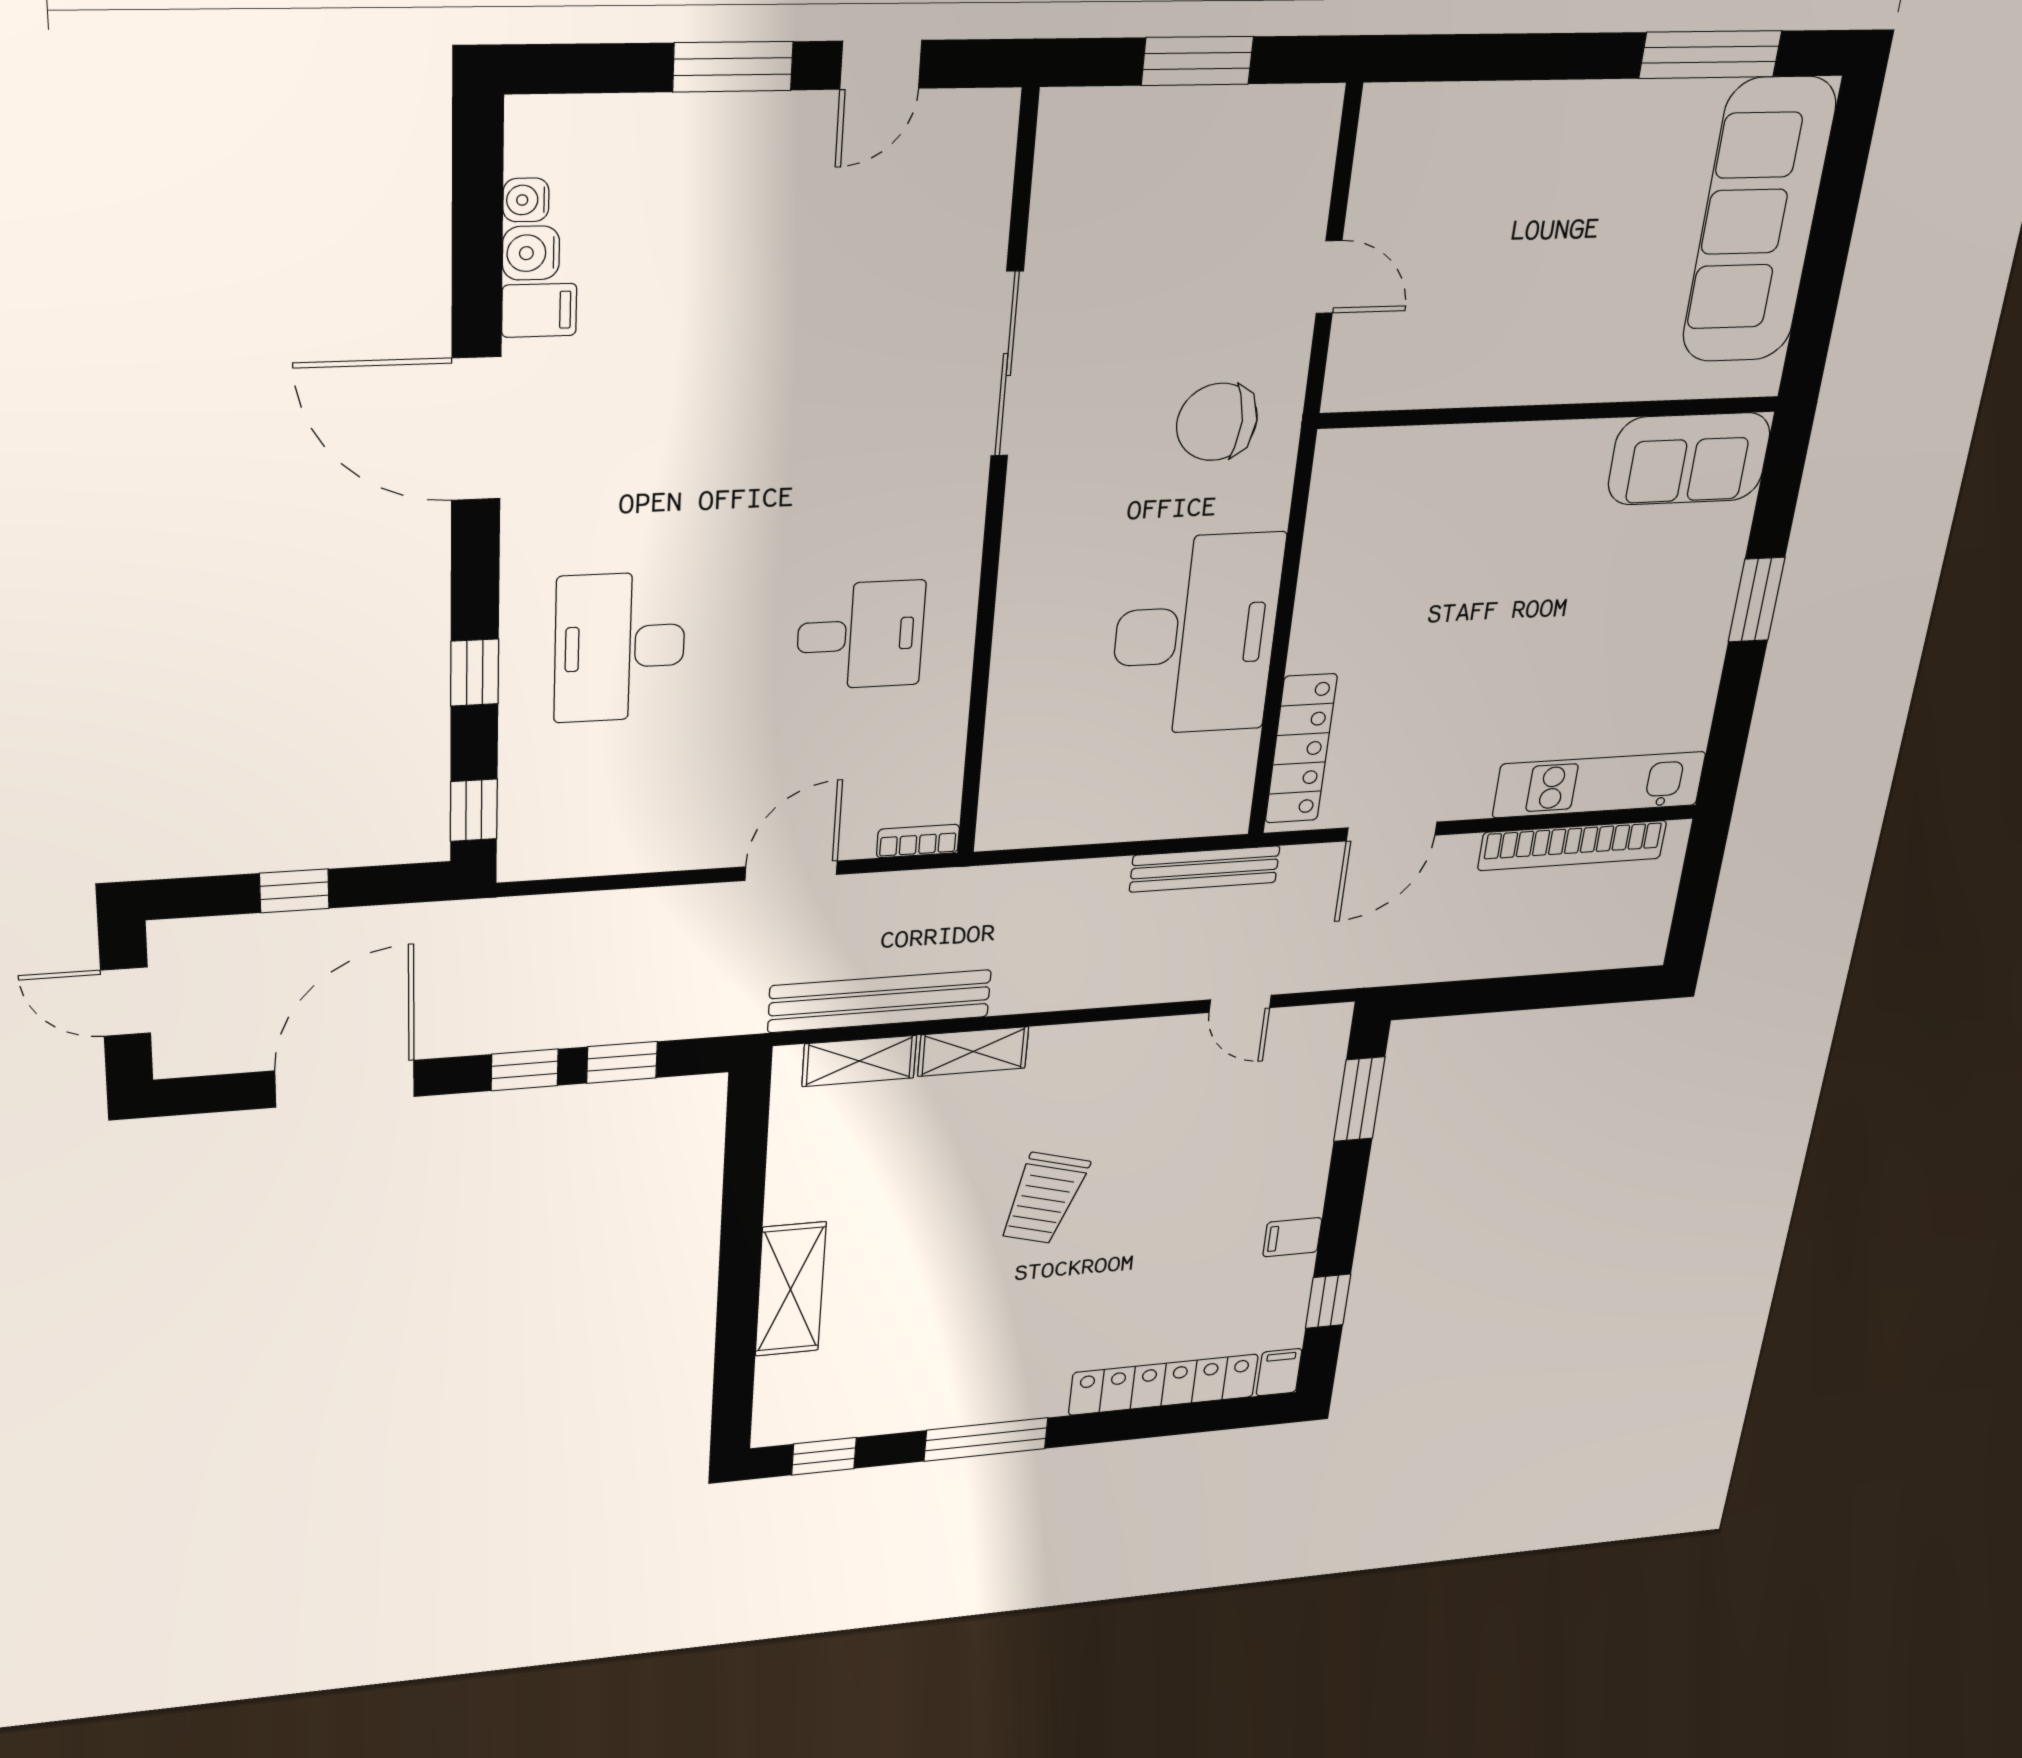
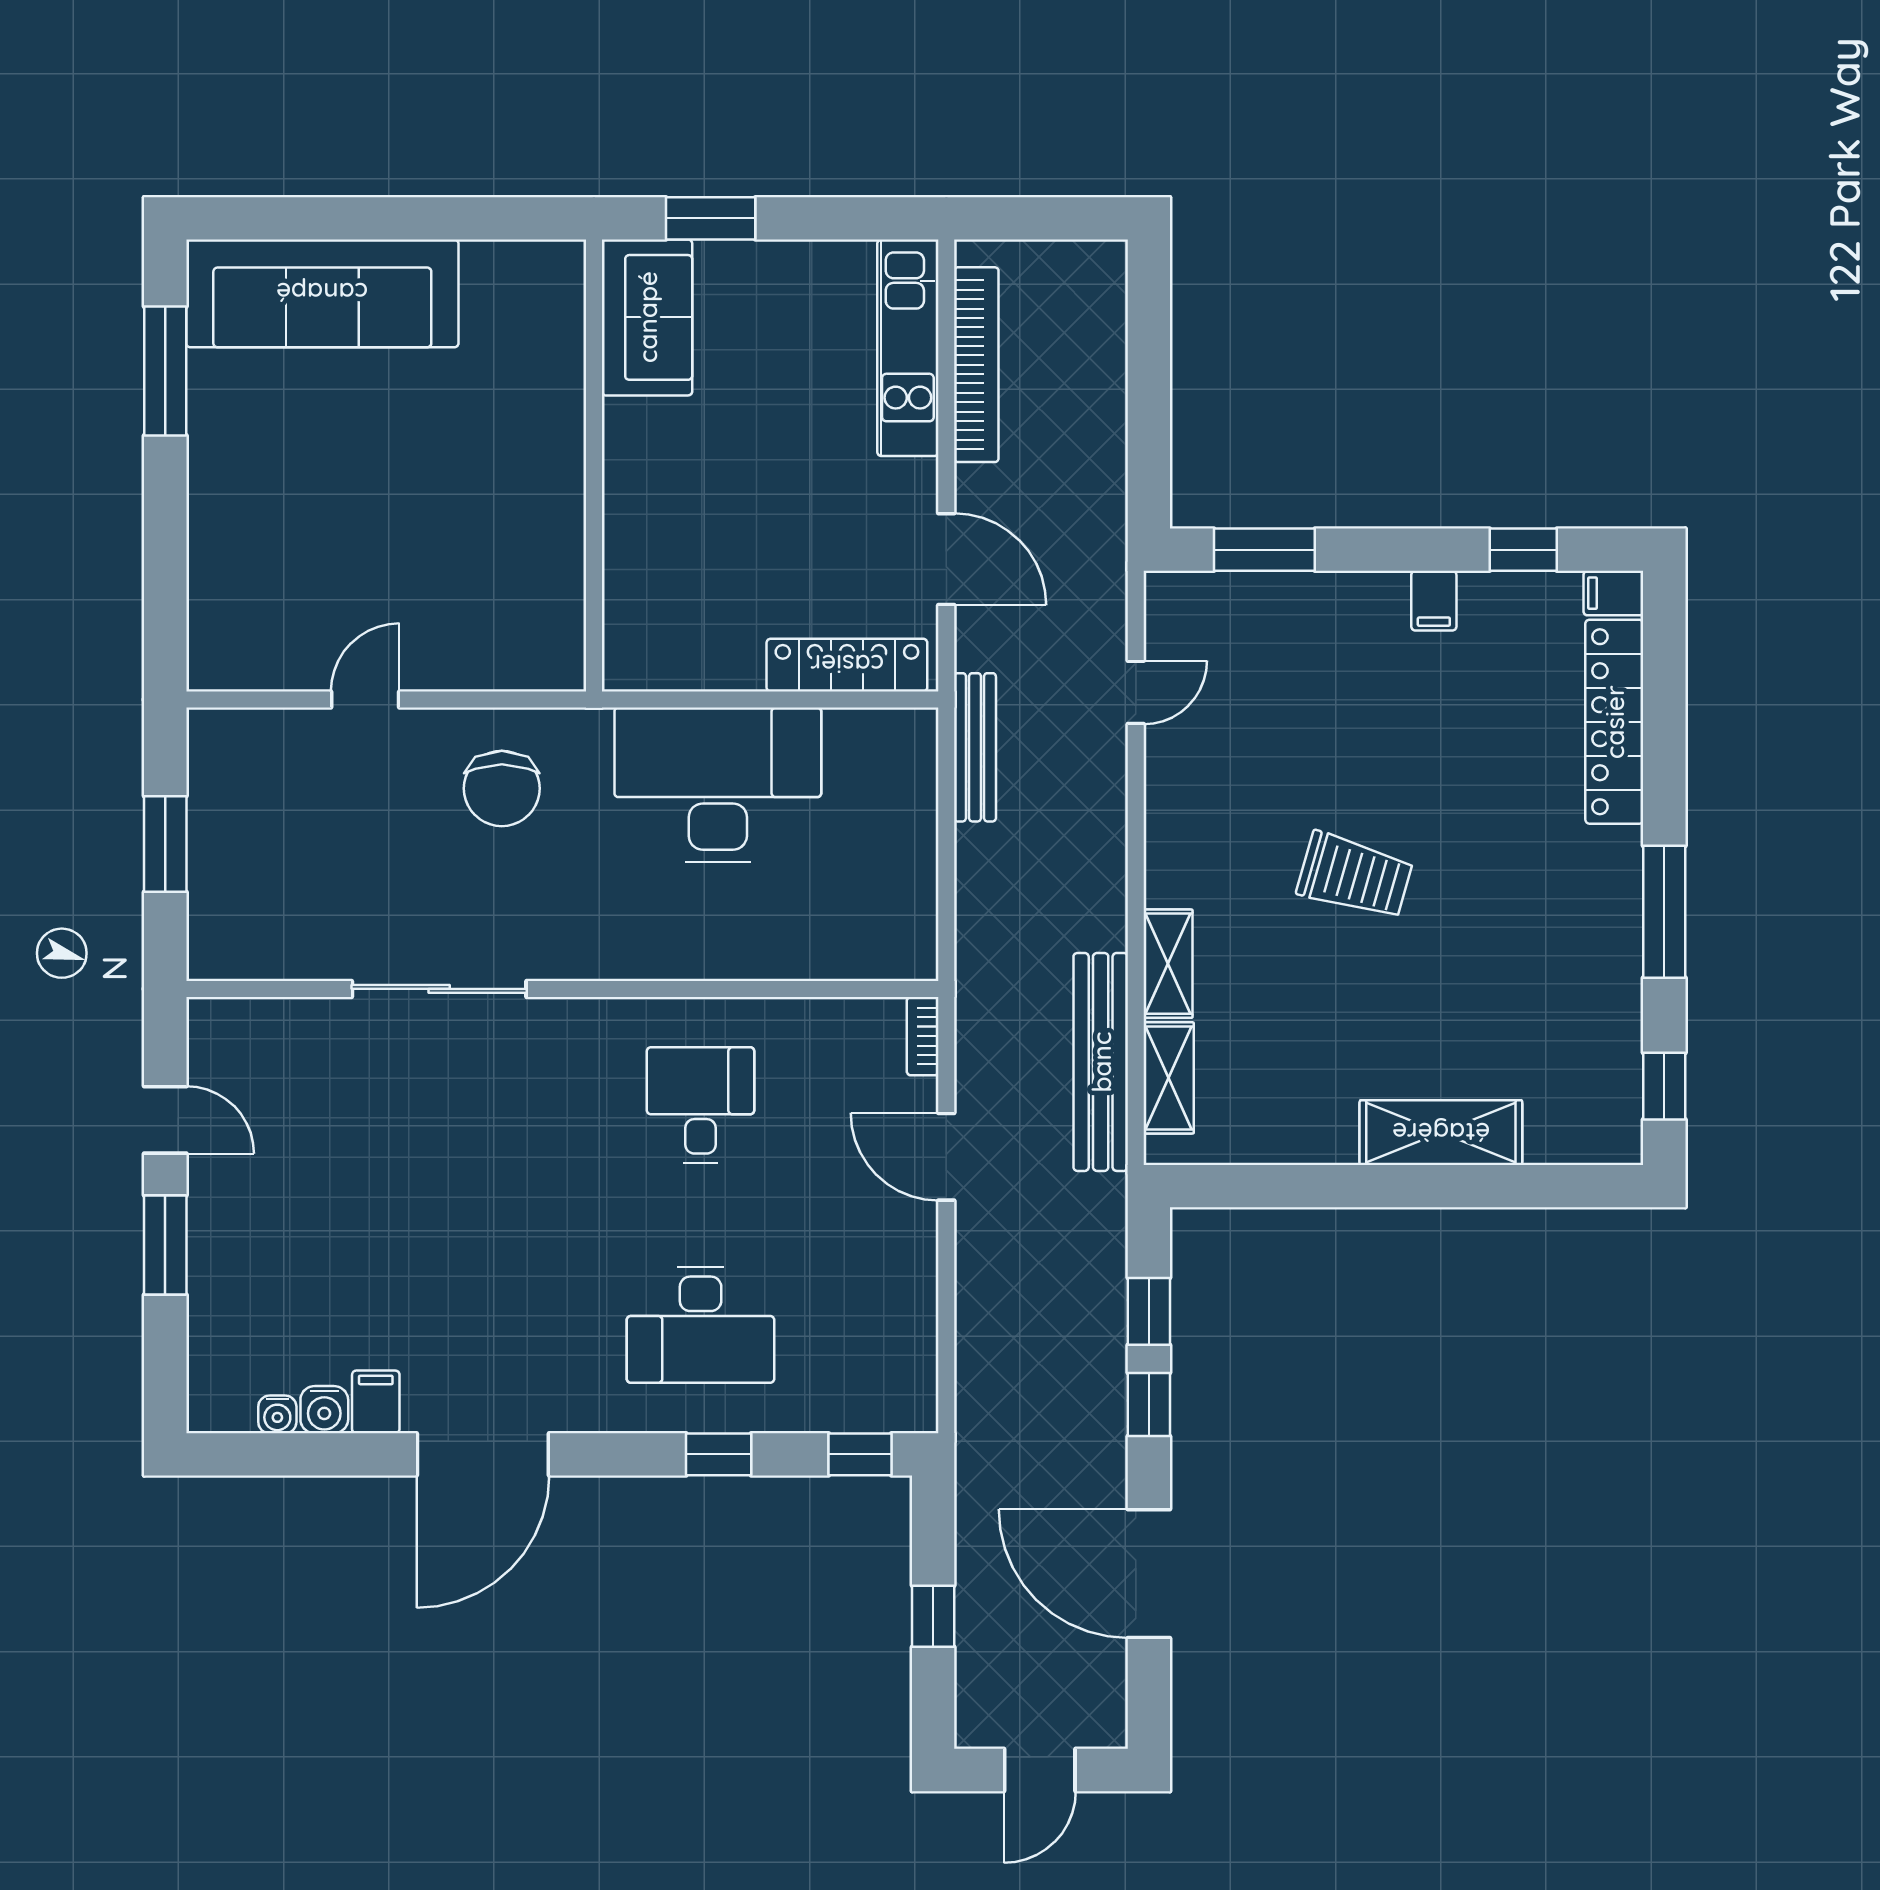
wall: (1551, 412) -> (594, 466), moved
sofa: (1689, 459) -> (647, 317), moved

